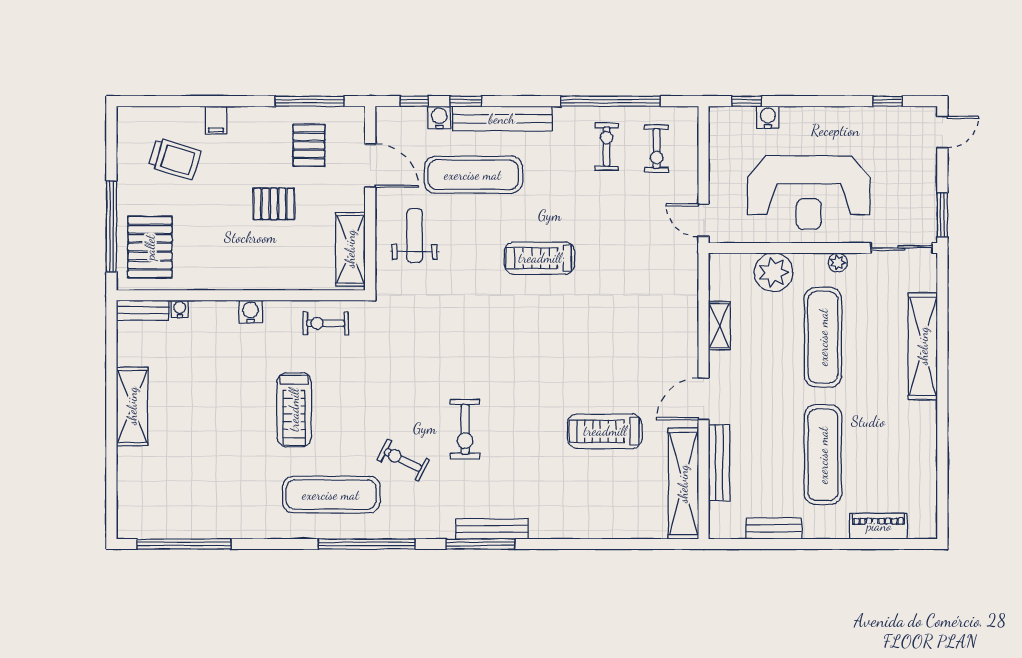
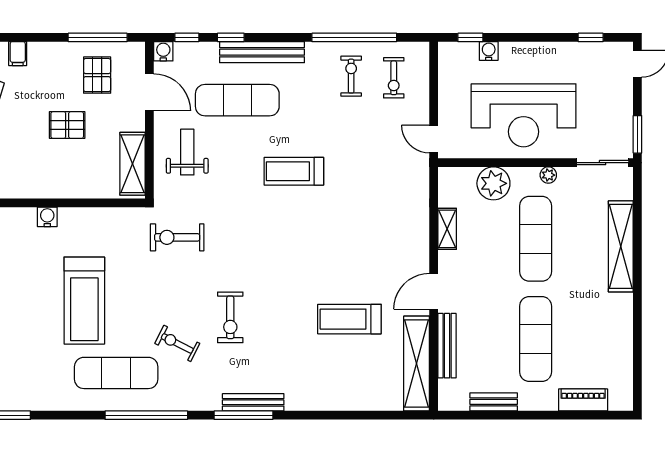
water cooler: (439, 118) -> (163, 51), moved
exercise bike: (326, 323) -> (177, 237), moved, width x1.38, depth x1.39
treadmill: (294, 410) -> (84, 301), width x1.37, depth x1.38

